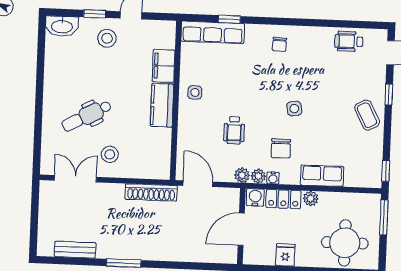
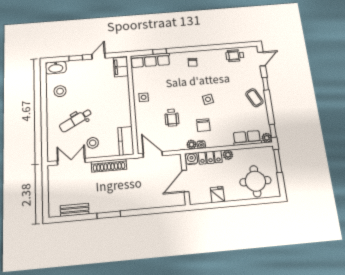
stool: (107, 38) -> (60, 91), moved
filing cabinet: (164, 66) -> (121, 67), moved
kitchen counter: (162, 105) -> (126, 141), moved
plant: (242, 175) -> (267, 138), moved
row of seats: (322, 176) -> (247, 138), moved
shoe rack: (151, 192) -> (109, 165), moved

